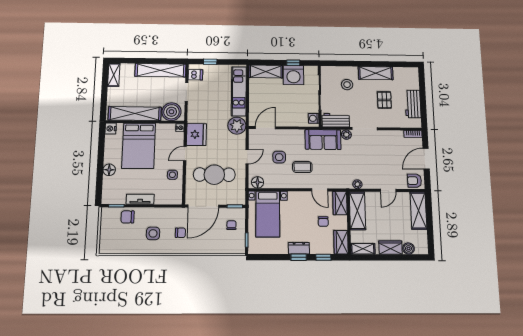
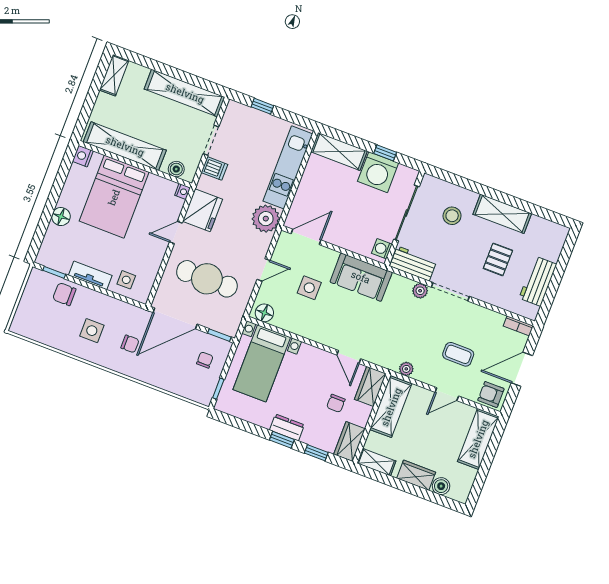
dishwasher: (195, 75) -> (214, 168), moved
boiler: (171, 112) -> (176, 169), width x0.54, depth x0.54
sofa: (323, 140) -> (361, 277), moved
coffee table: (302, 167) -> (458, 354), moved
side table: (172, 175) -> (126, 280), moved

